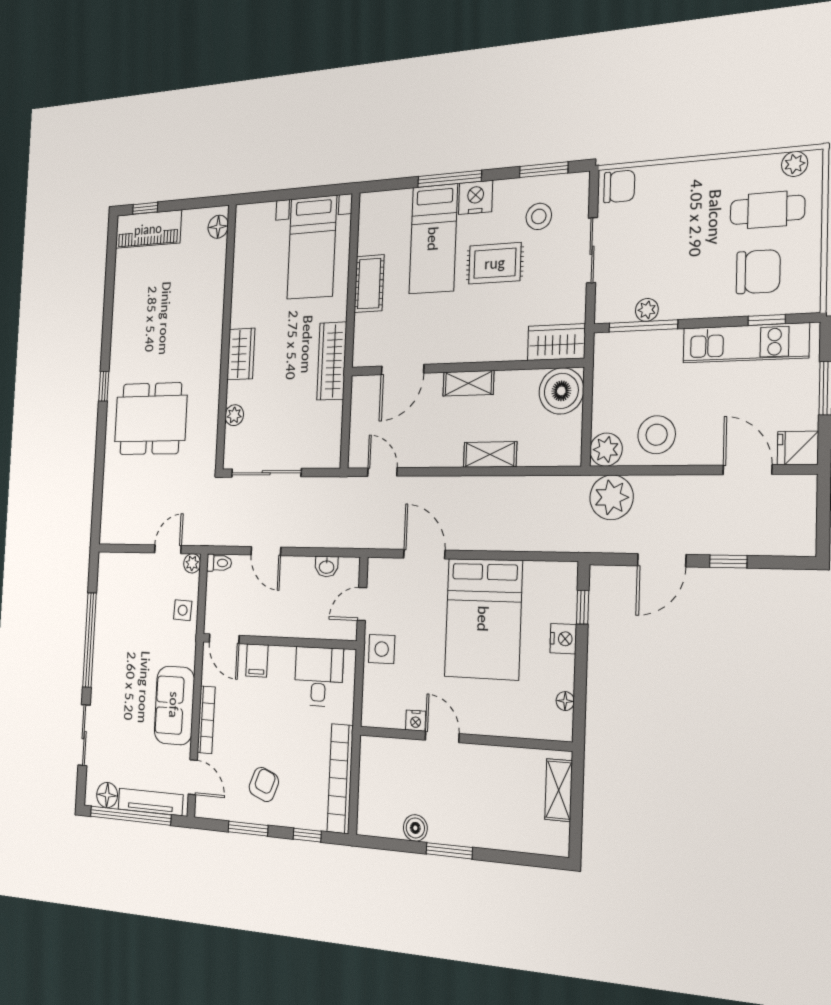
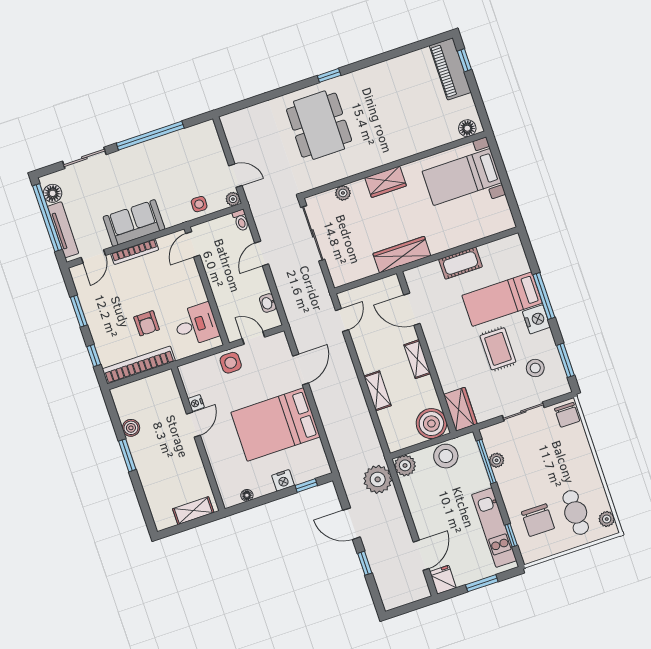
bed with nightstands: (312, 247) -> (462, 177), moved
stool: (657, 435) -> (446, 456), moved
filing cabinet: (257, 661) -> (188, 275), removed
armchair: (264, 784) -> (147, 323), moved, turned 69

